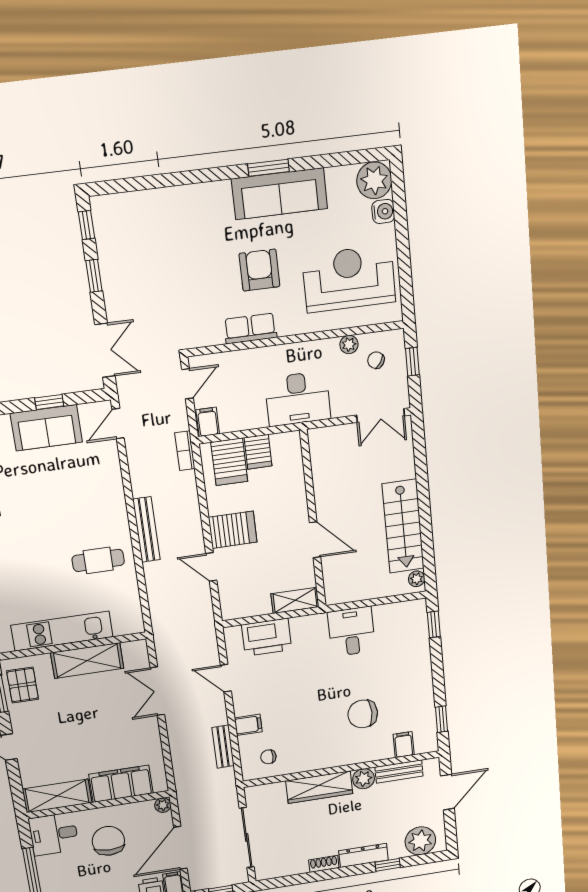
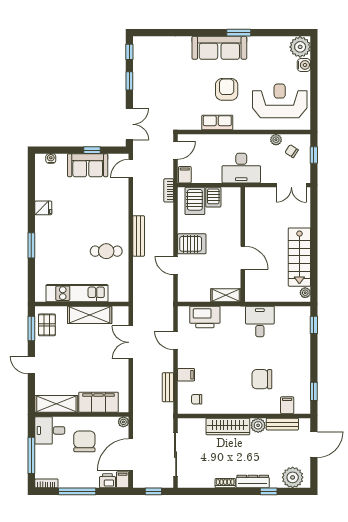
sofa: (280, 194) -> (219, 48), moved

